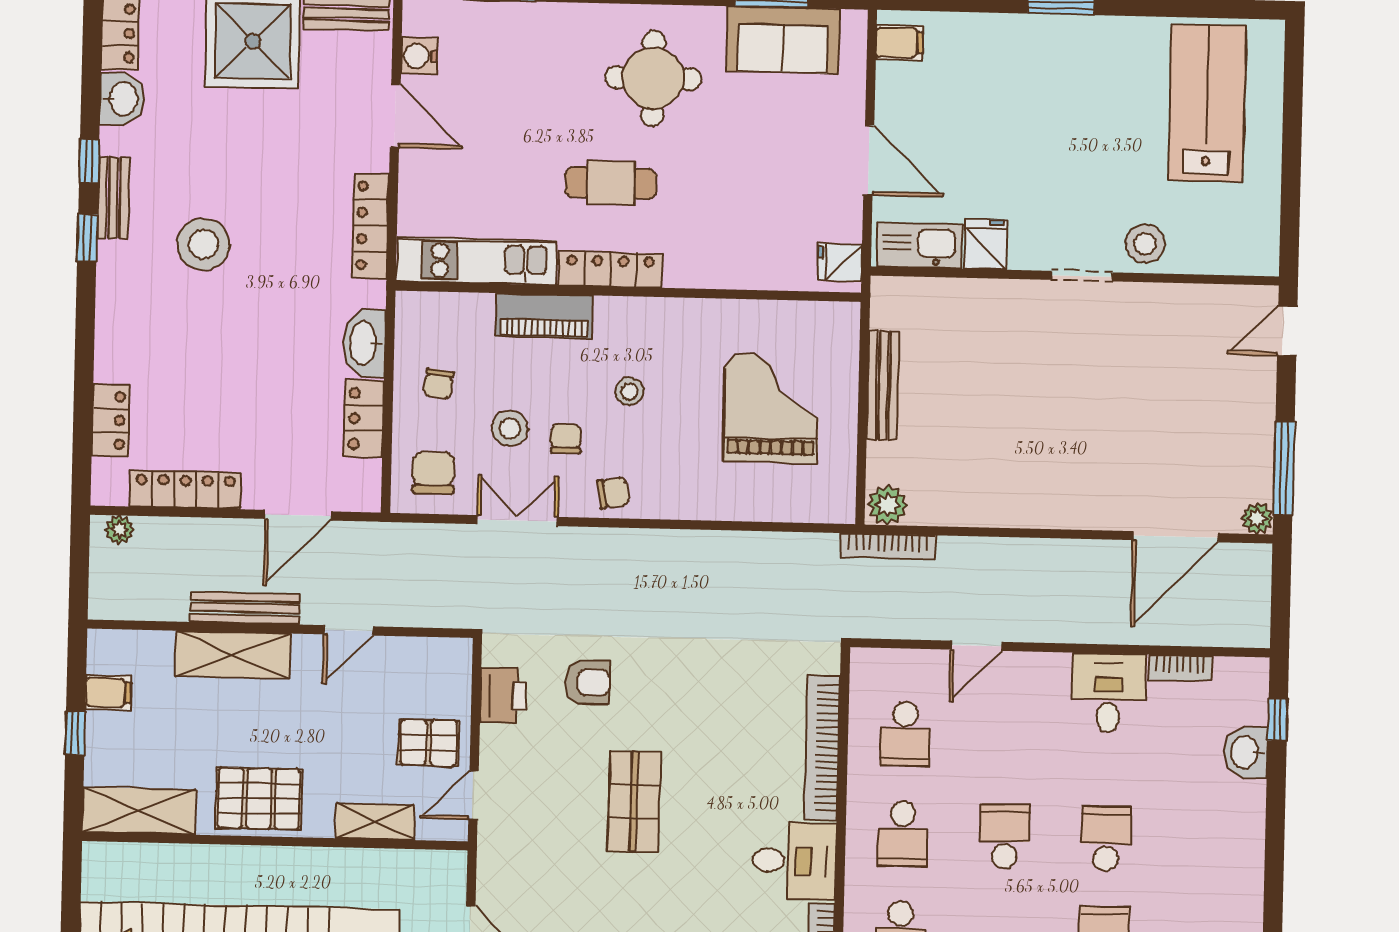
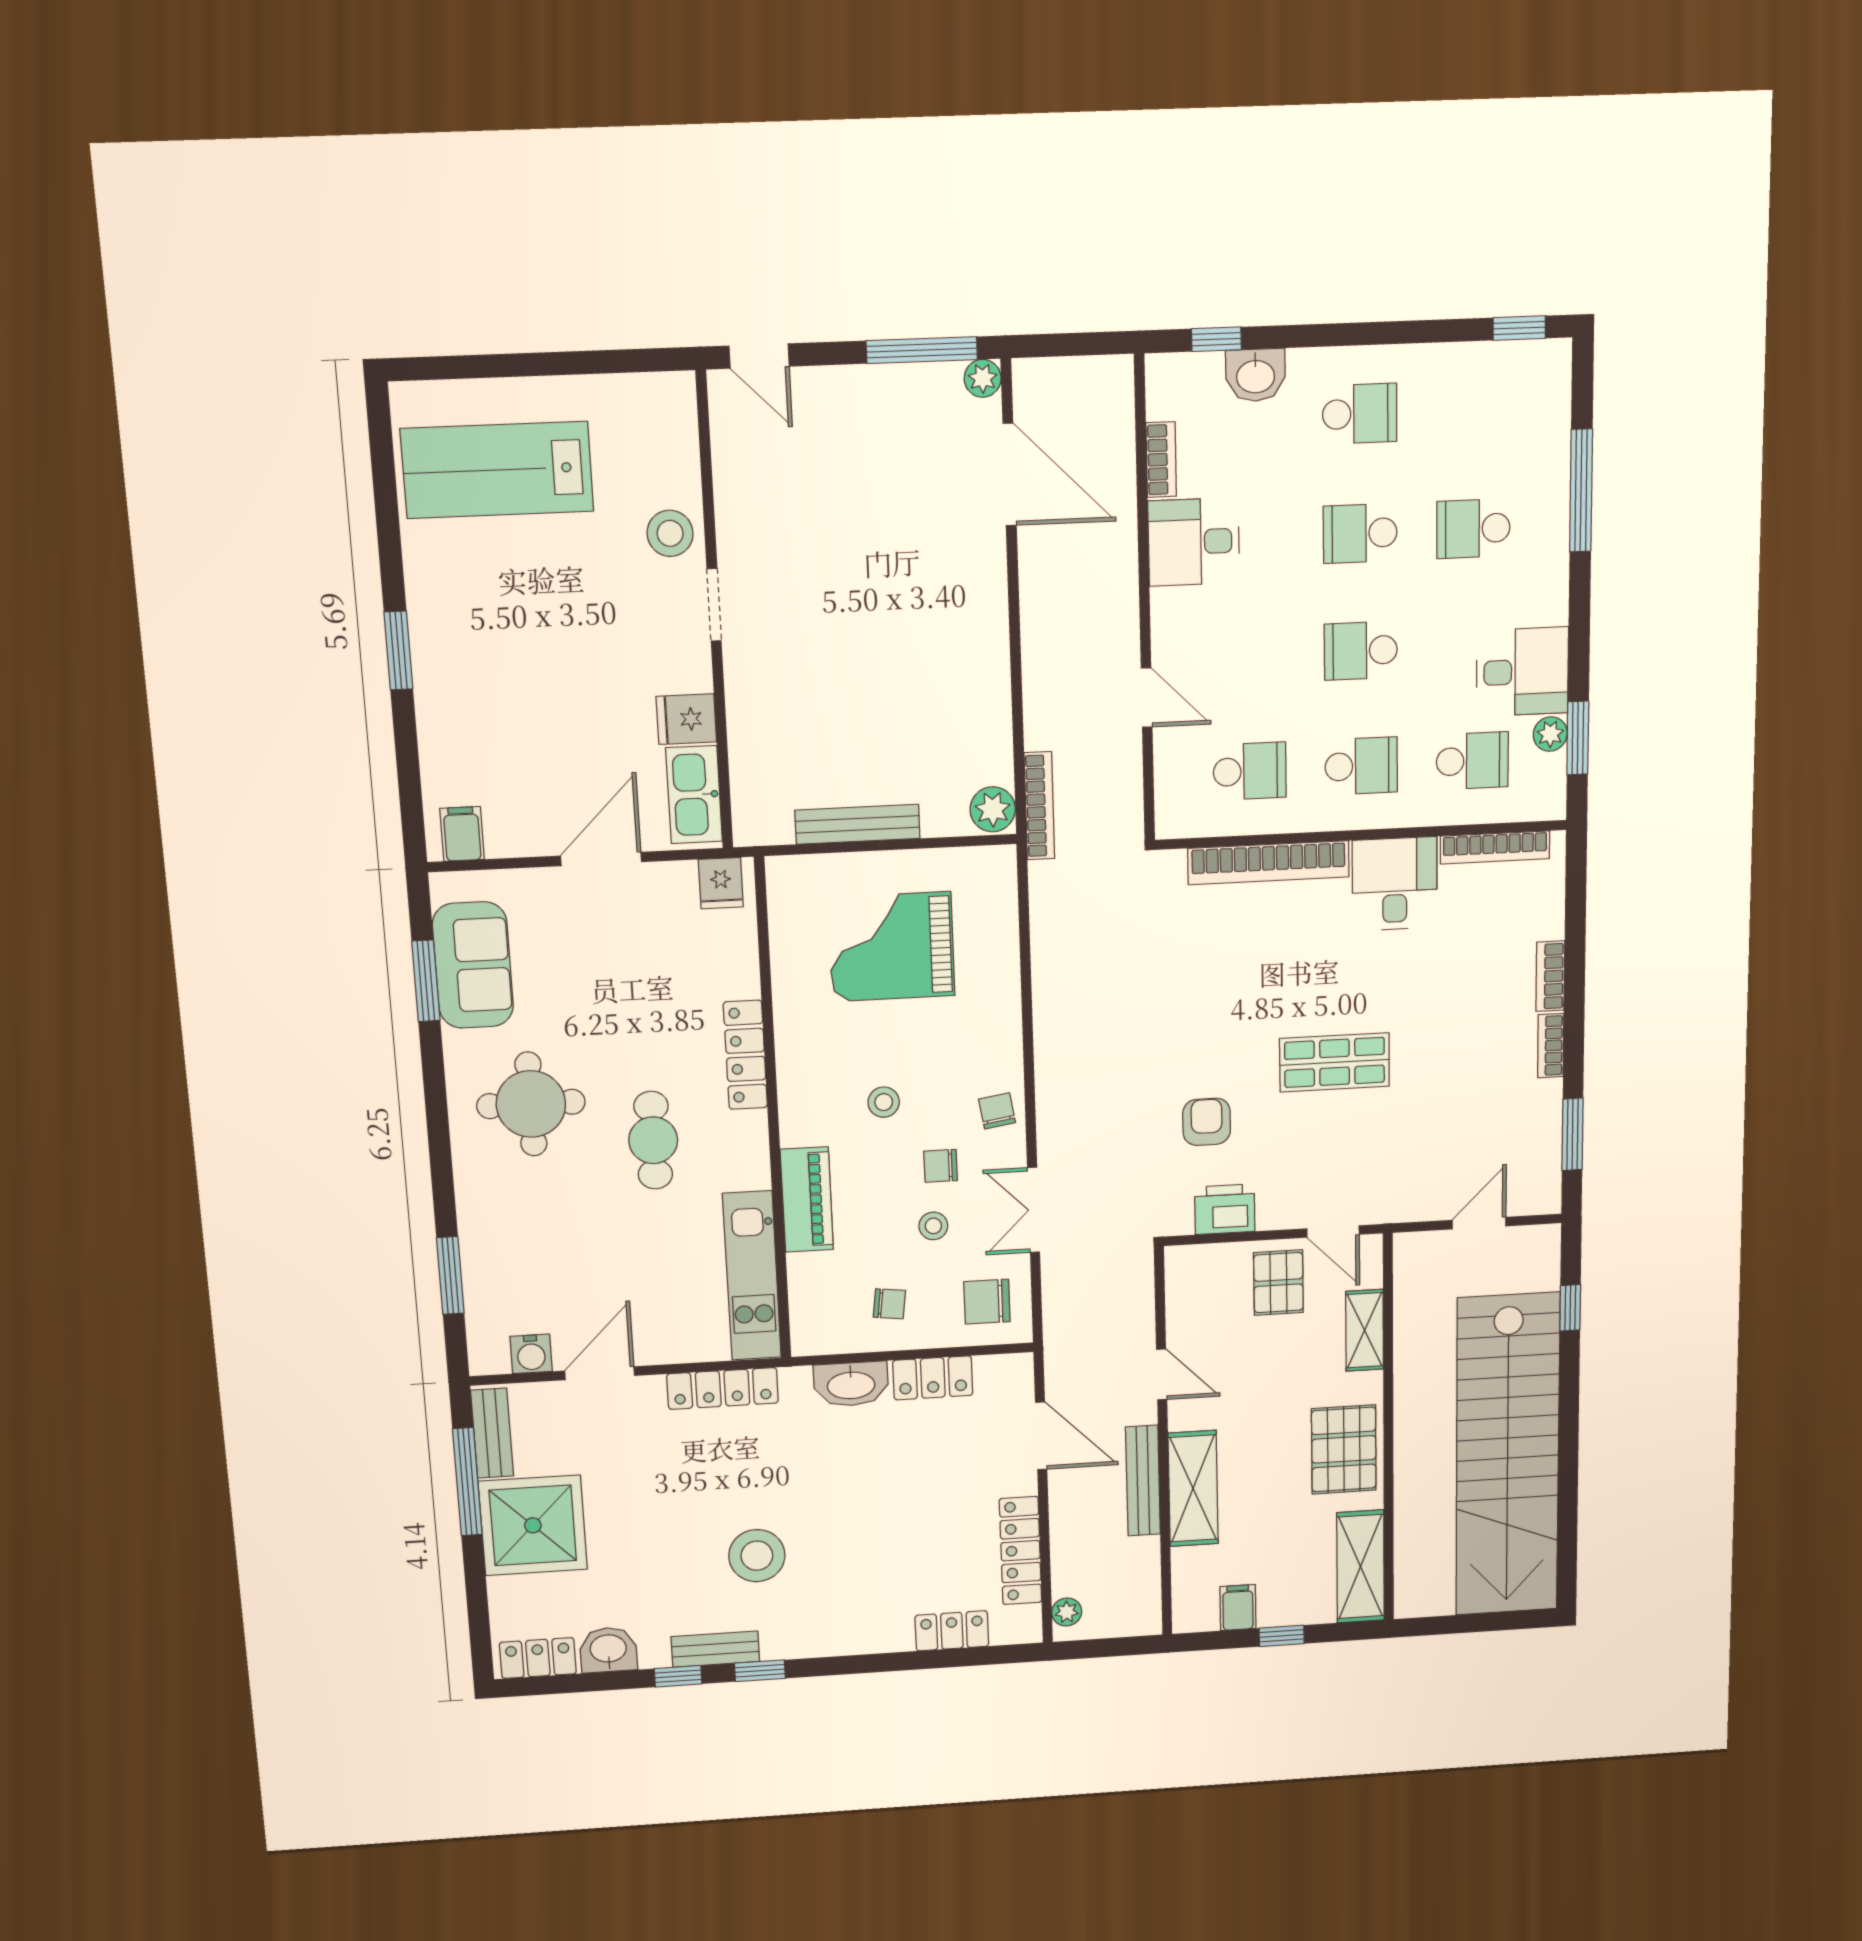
locker: (610, 270) -> (745, 1055), moved
stool: (510, 428) -> (933, 1226), width x0.73, depth x0.73
school desk: (1208, 841) -> (1360, 414), added

